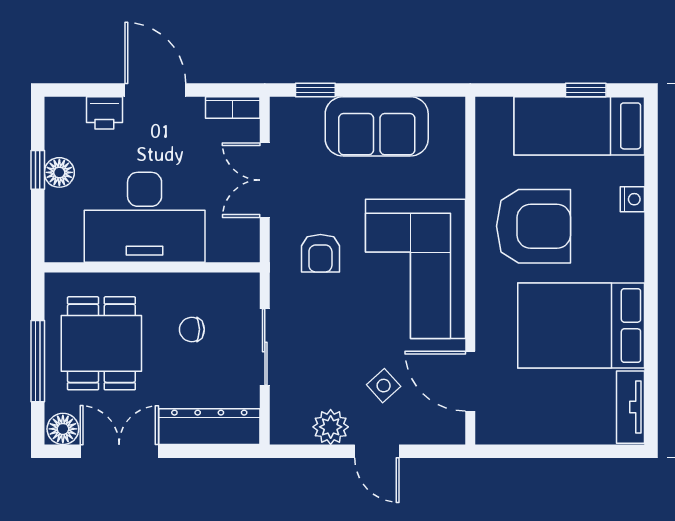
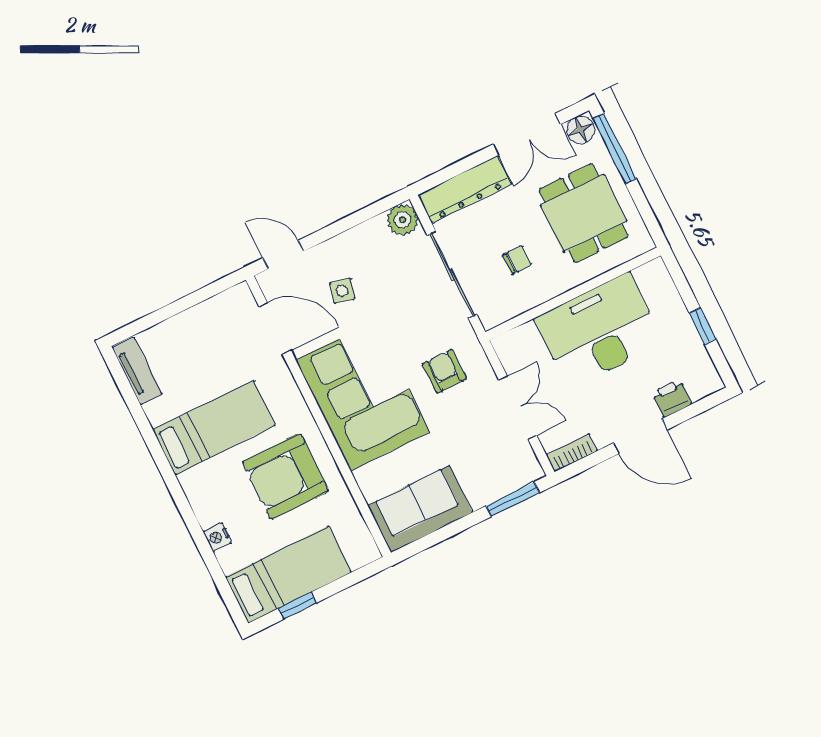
window: (315, 90) -> (513, 499), width x1.50
sofa: (377, 126) -> (420, 509), moved
floor lamp: (59, 172) -> (684, 333), removed
bed: (581, 325) -> (214, 428), width x0.67
sliding door: (265, 347) -> (452, 275), width x1.37
window: (38, 361) -> (615, 148), moved
side table: (384, 386) -> (342, 291), turned -34
plant: (331, 427) -> (402, 220), moved
door: (377, 451) -> (283, 255), moved

